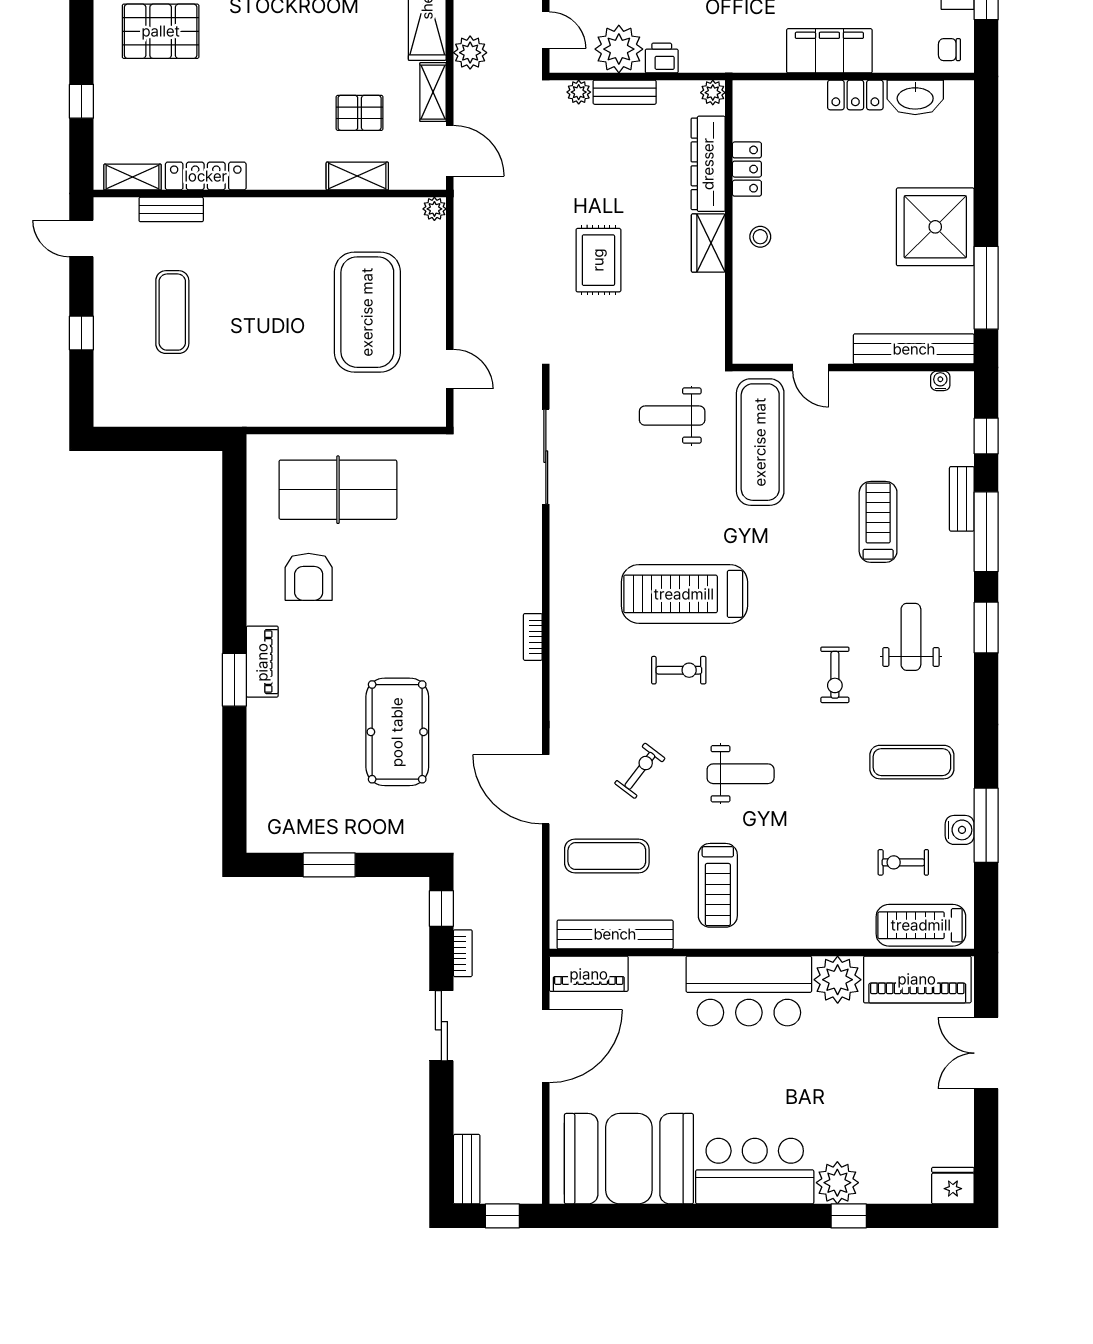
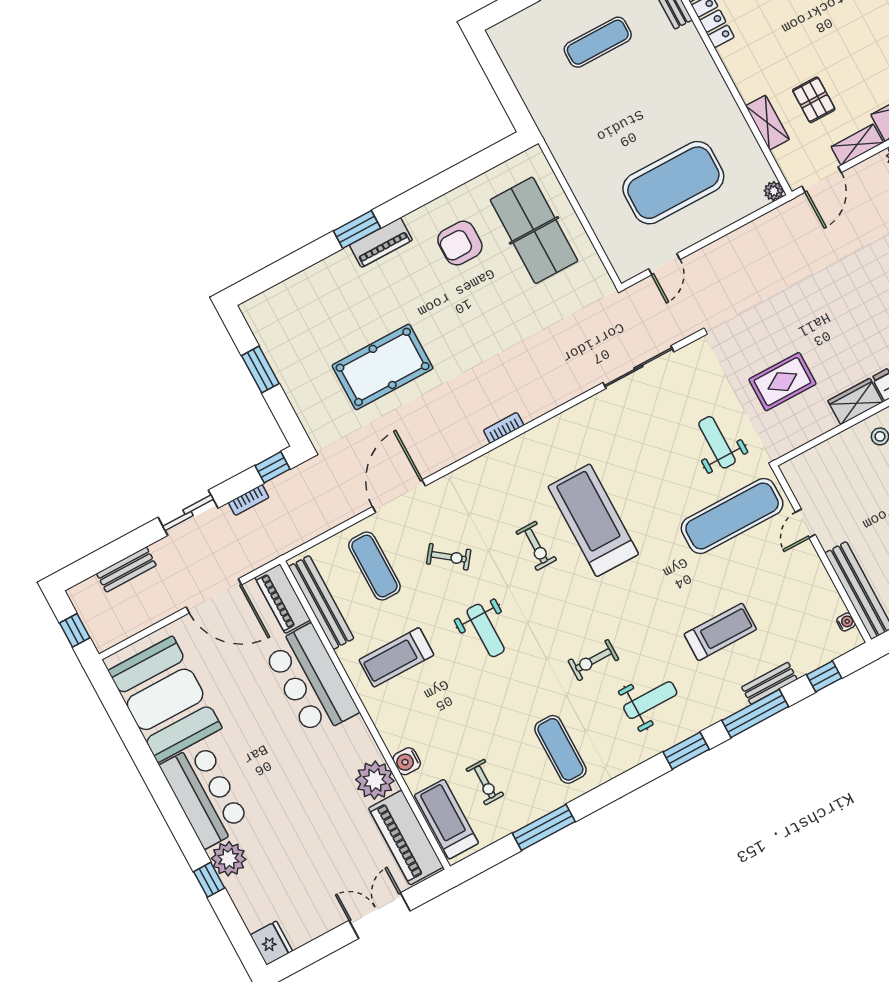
rug: (598, 260) -> (782, 382), moved
water cooler: (960, 830) -> (407, 761), moved, turned 90
exercise bike: (903, 862) -> (485, 782), turned 180
bar counter: (749, 991) -> (311, 681), moved
bench: (467, 1169) -> (126, 569), moved

